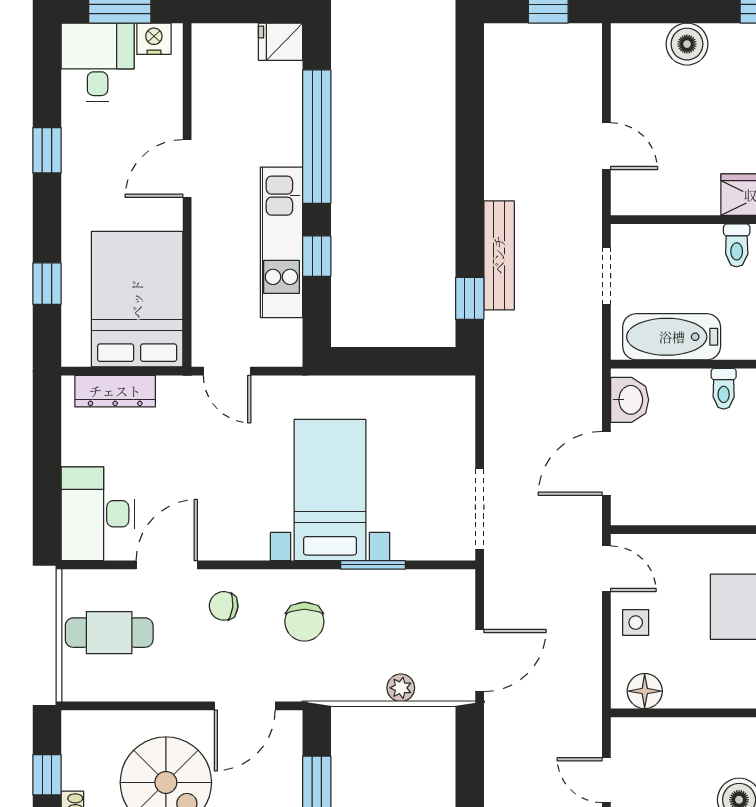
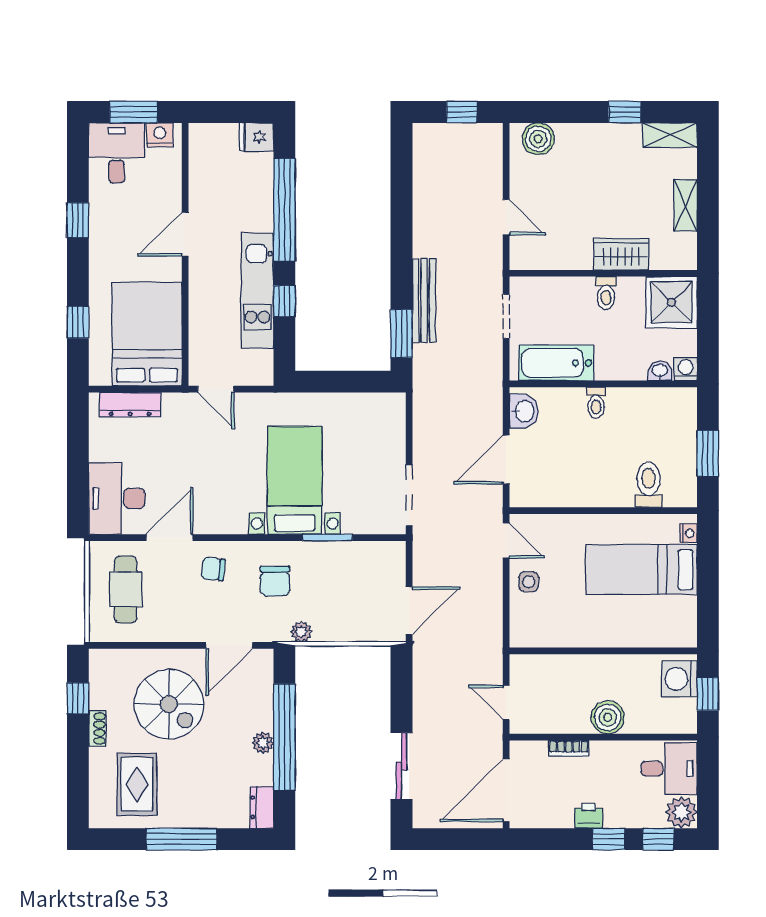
boiler: (687, 44) -> (538, 139), moved
window: (470, 298) -> (402, 333), width x1.50
cafe table: (109, 633) -> (125, 589), turned 90
plant: (401, 688) -> (301, 632), moved
floor lamp: (645, 691) -> (536, 634), removed

